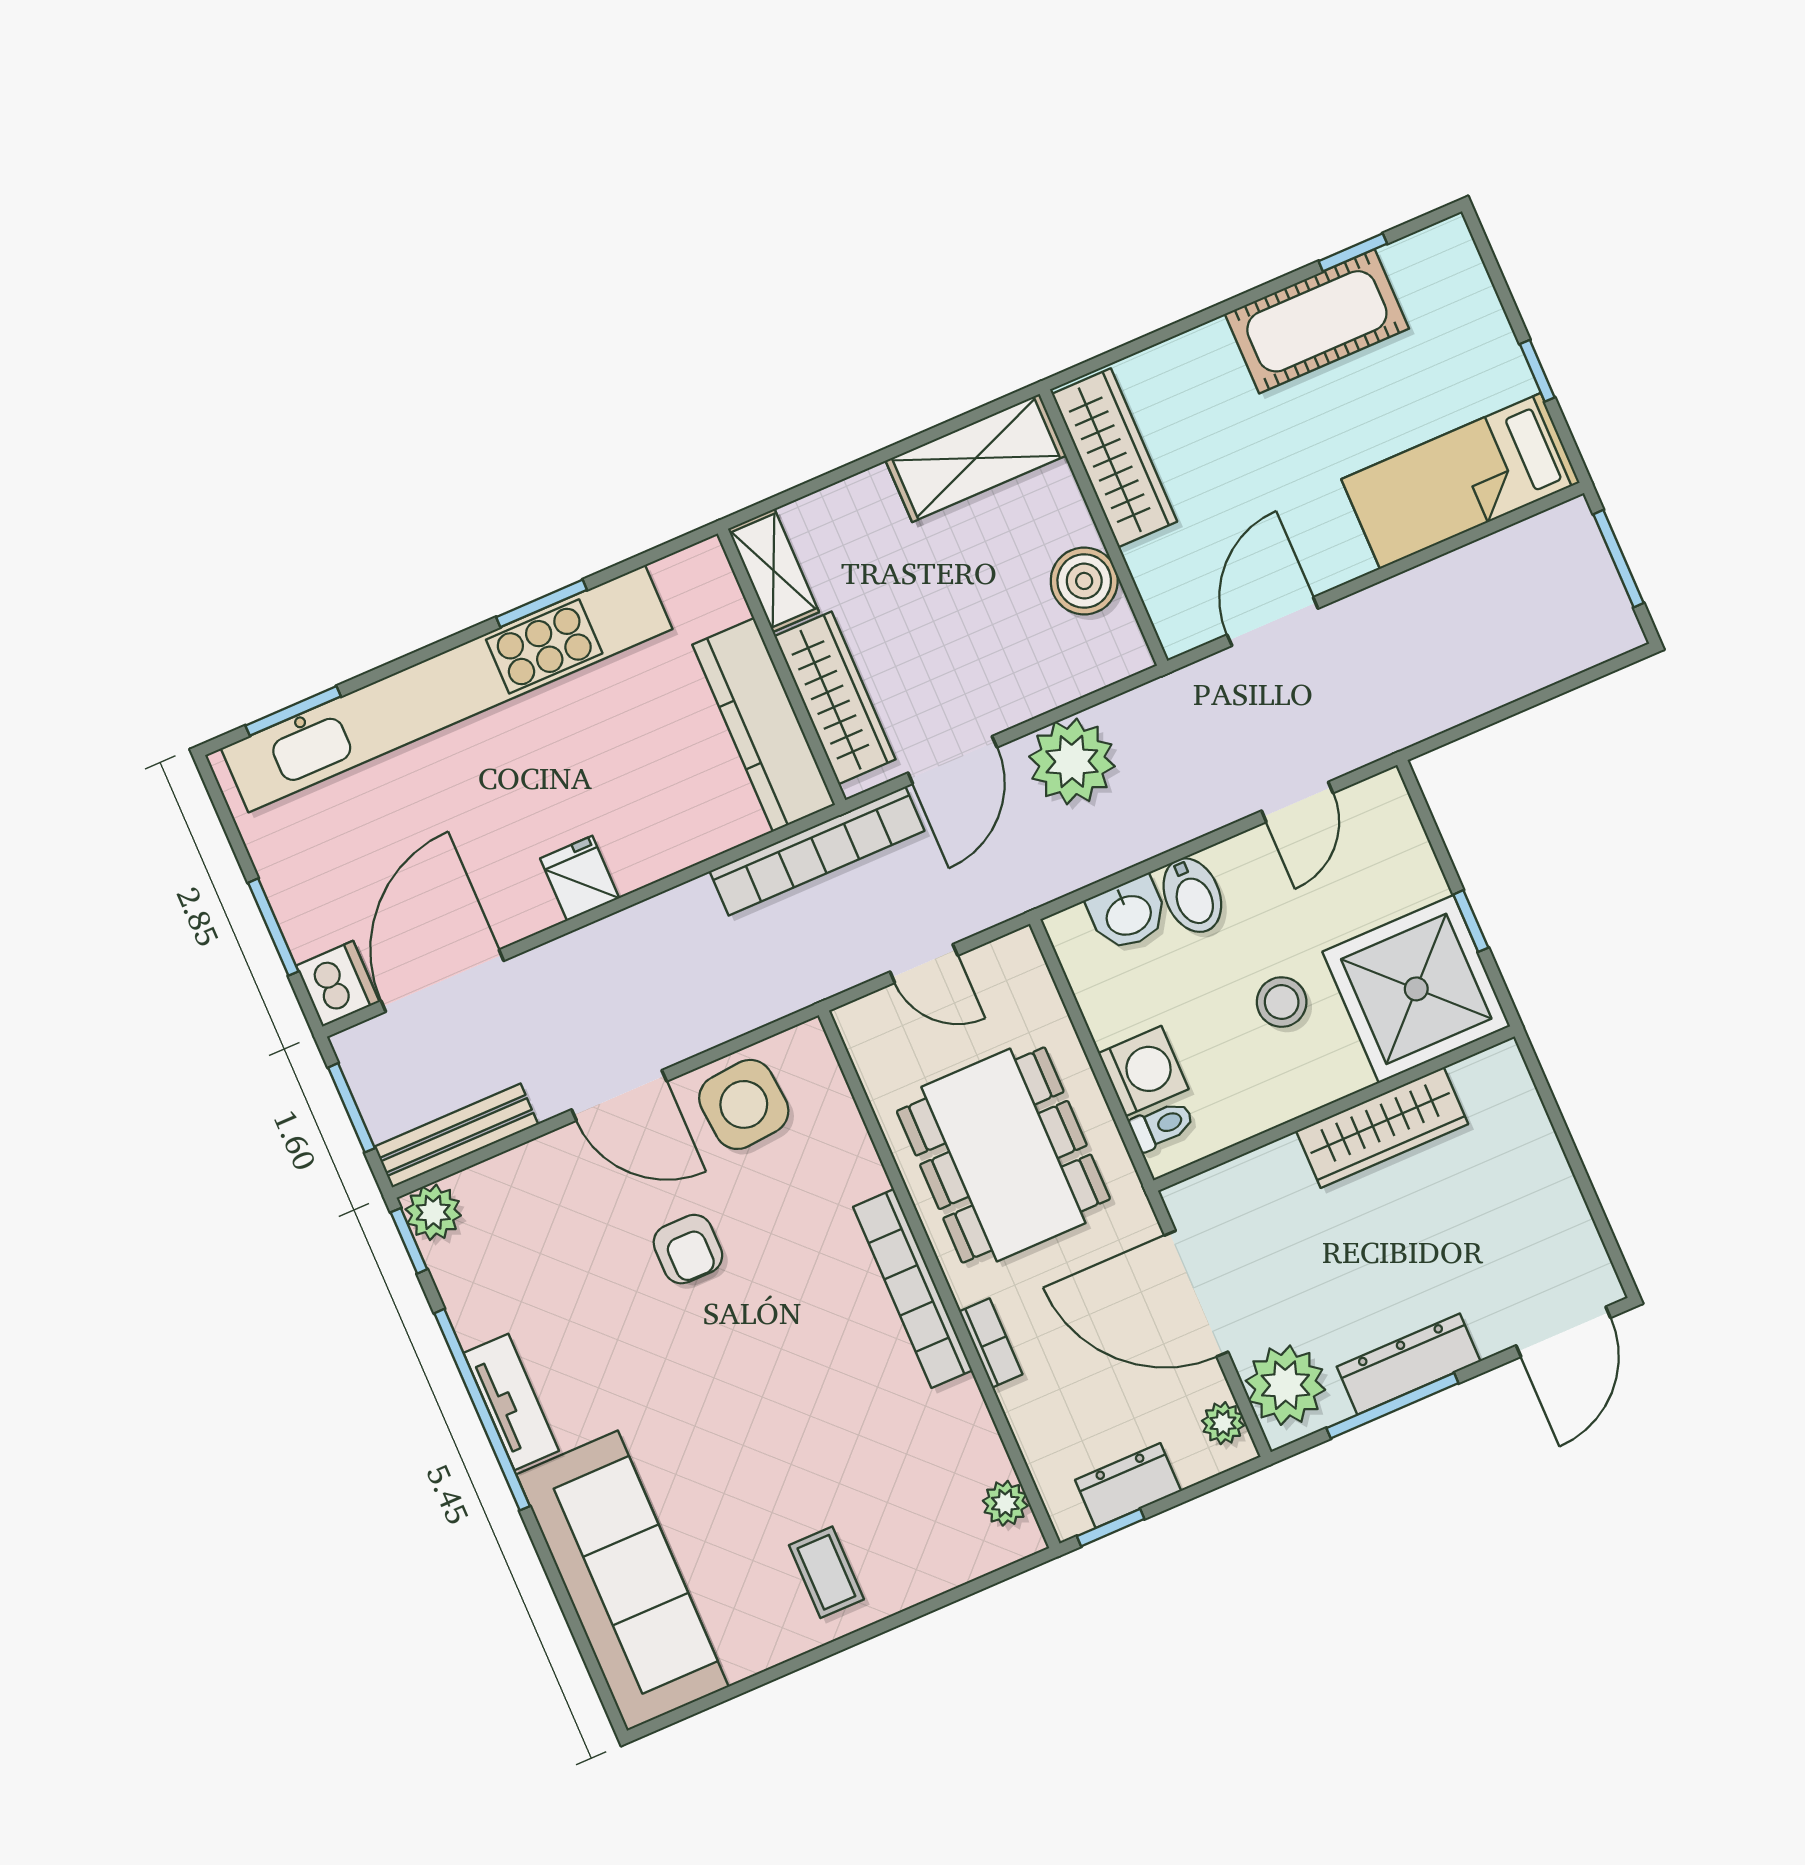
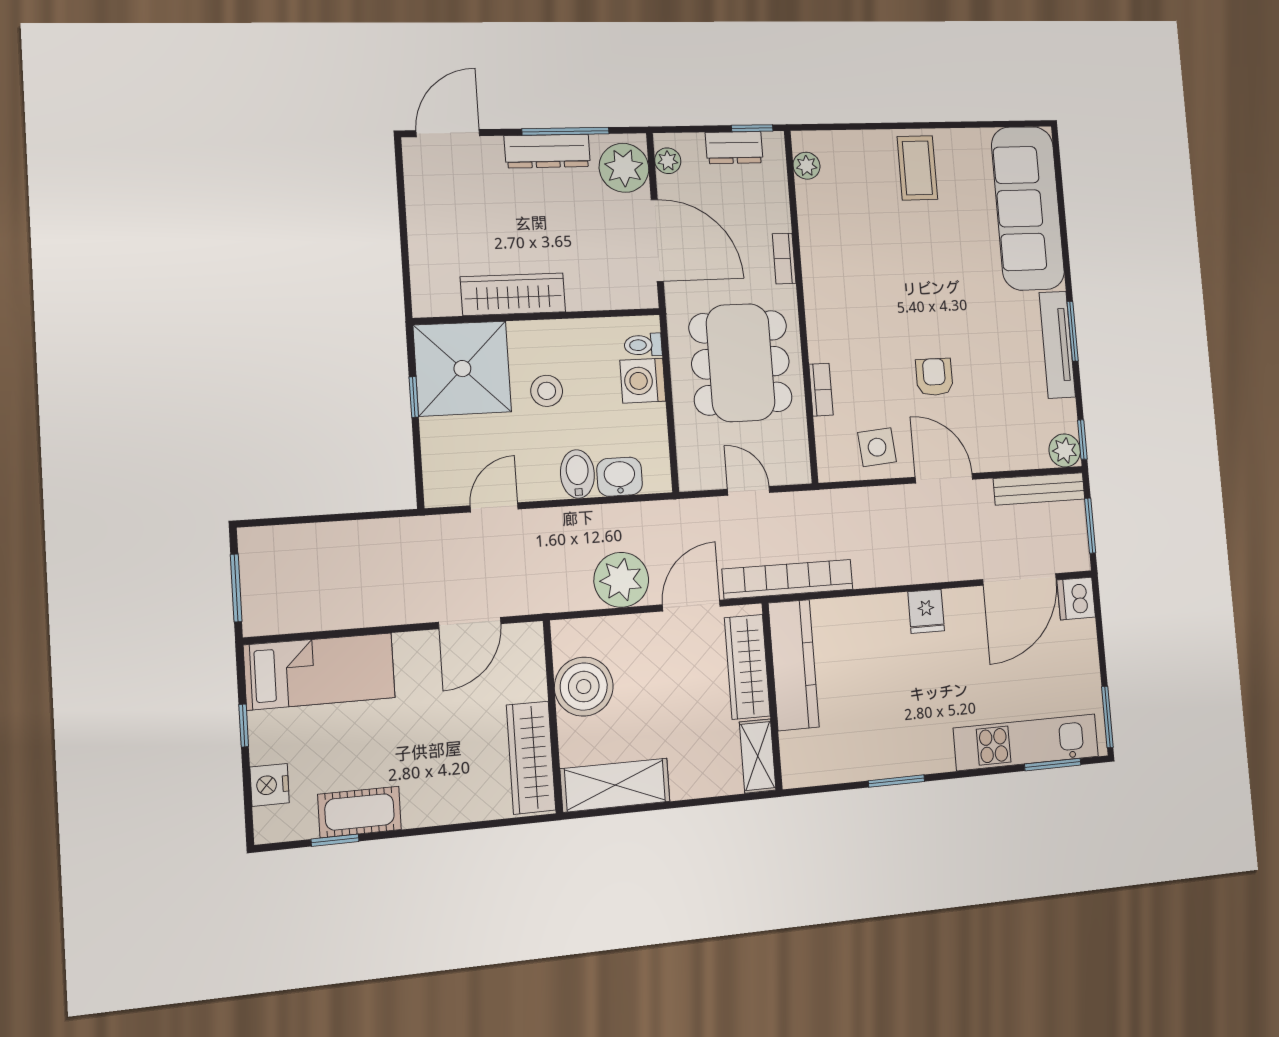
nightstand: (1471, 300) -> (270, 785), added
cot: (1317, 321) -> (360, 812), width x0.73, depth x0.75
boiler: (1084, 581) -> (584, 687), width x1.37, depth x1.37
kitchen unit: (447, 689) -> (1026, 742), width x0.54
window: (273, 927) -> (1107, 717), moved
side table: (744, 1104) -> (877, 447), width x0.73, depth x0.73
bookcase: (913, 1289) -> (821, 390), moved, width x0.43, depth x0.76
tv unit: (511, 1402) -> (1057, 345), width x1.41
window: (482, 1410) -> (1073, 331), width x0.47
coffee table: (826, 1572) -> (917, 168), width x1.36, depth x1.30

